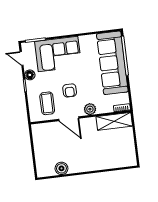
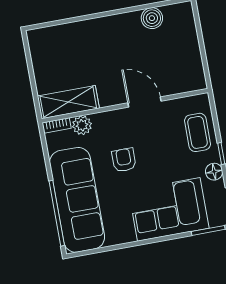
armchair: (70, 90) -> (124, 160), moved
coffee table: (47, 103) -> (198, 132), moved
plant: (90, 109) -> (82, 125), moved

